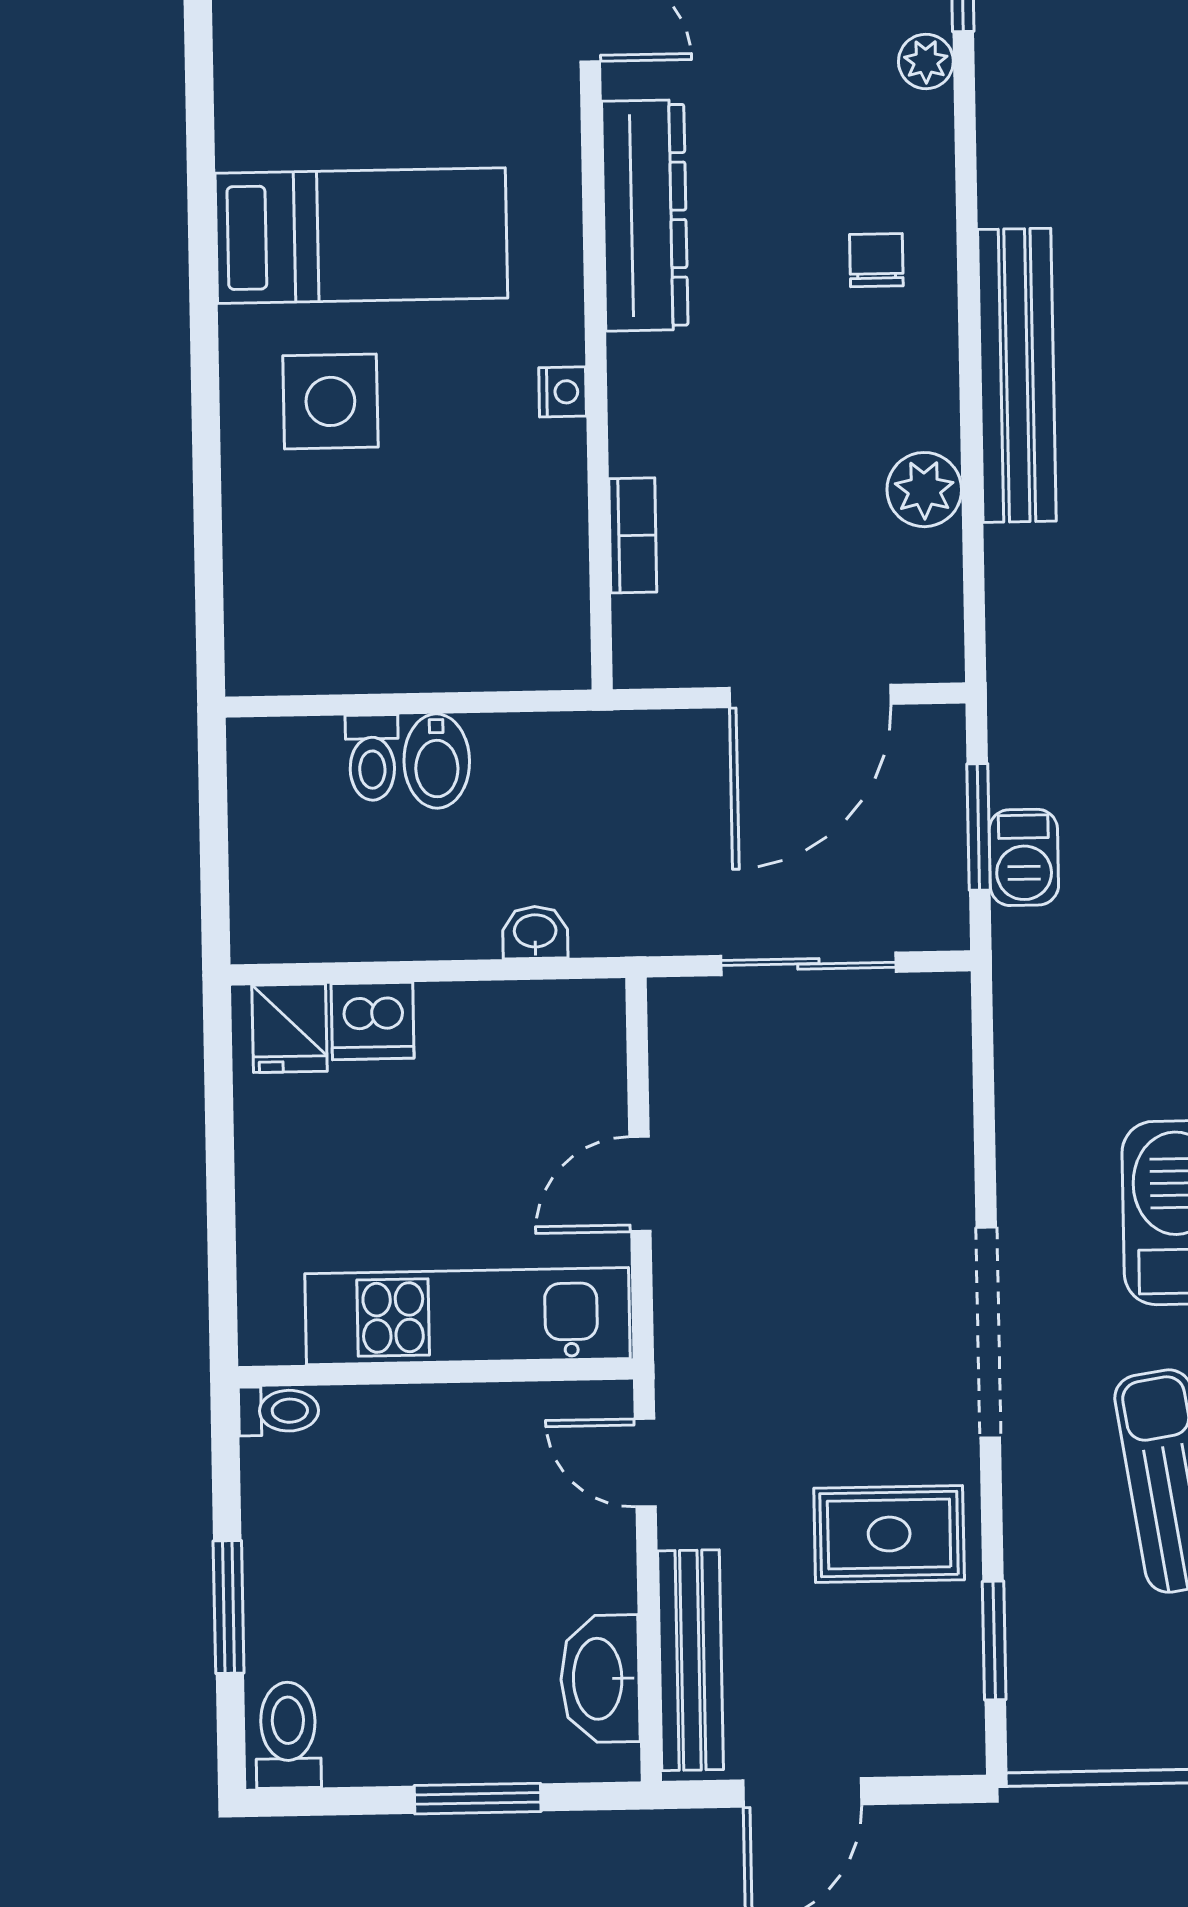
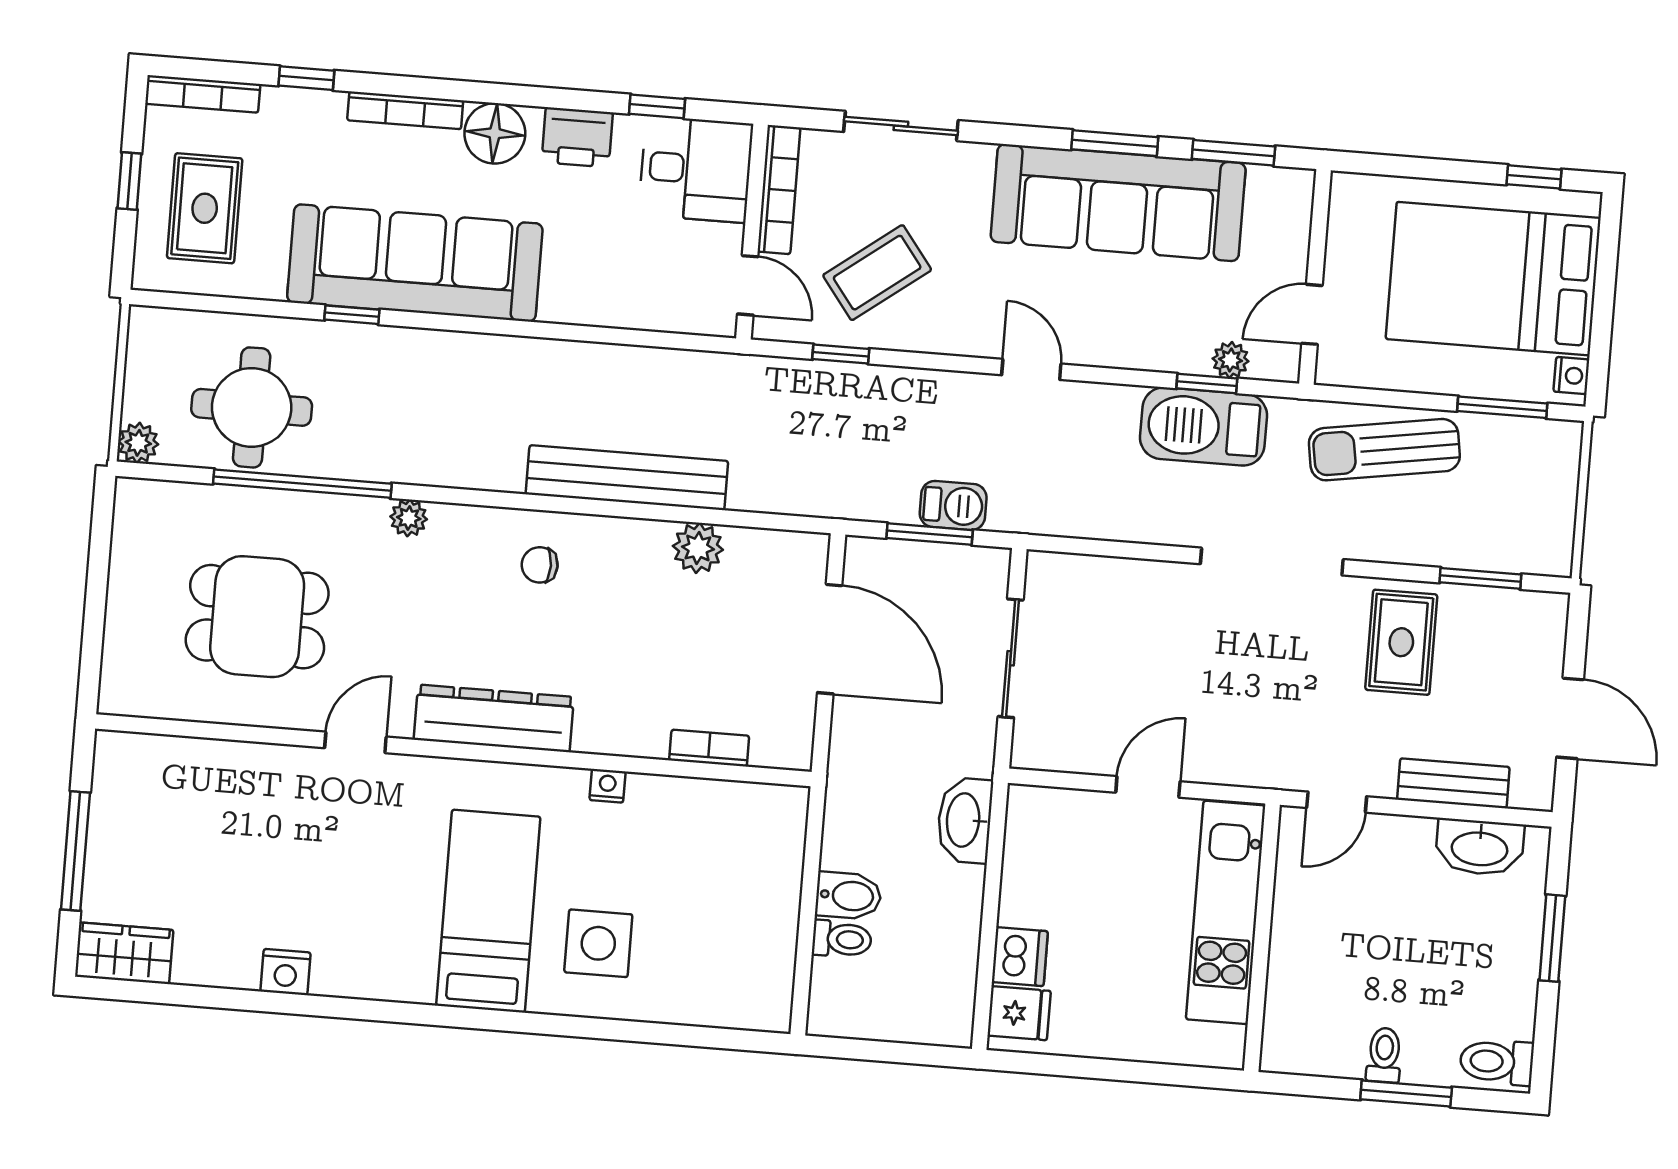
washbasin: (535, 932) -> (965, 820), width x1.91, depth x1.45
door: (640, 1184) -> (1148, 787), swing flipped
toilet: (279, 1411) -> (1384, 1055), moved
bench: (690, 1660) -> (1453, 783), width x0.73

